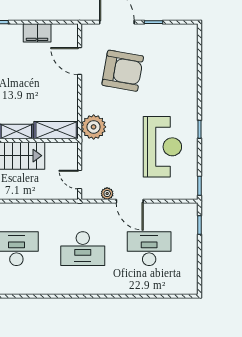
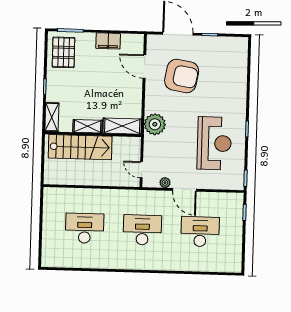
desk: (83, 249) -> (142, 230), turned 180

